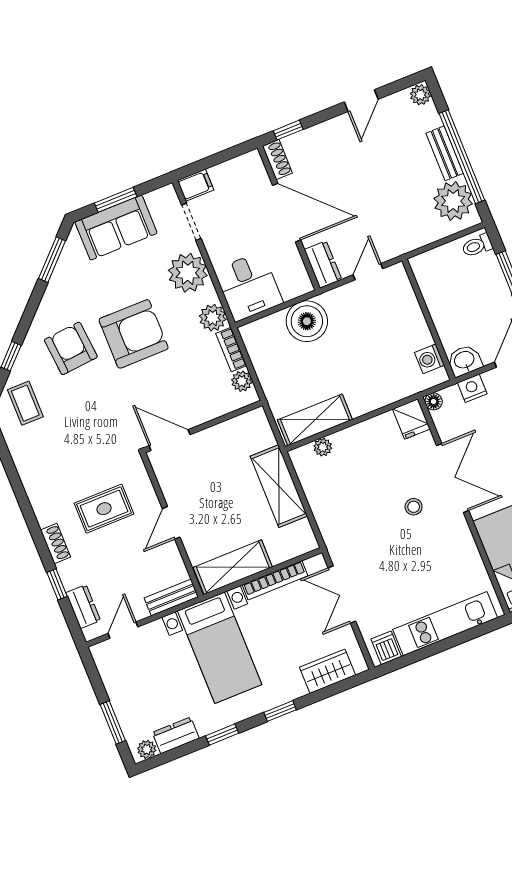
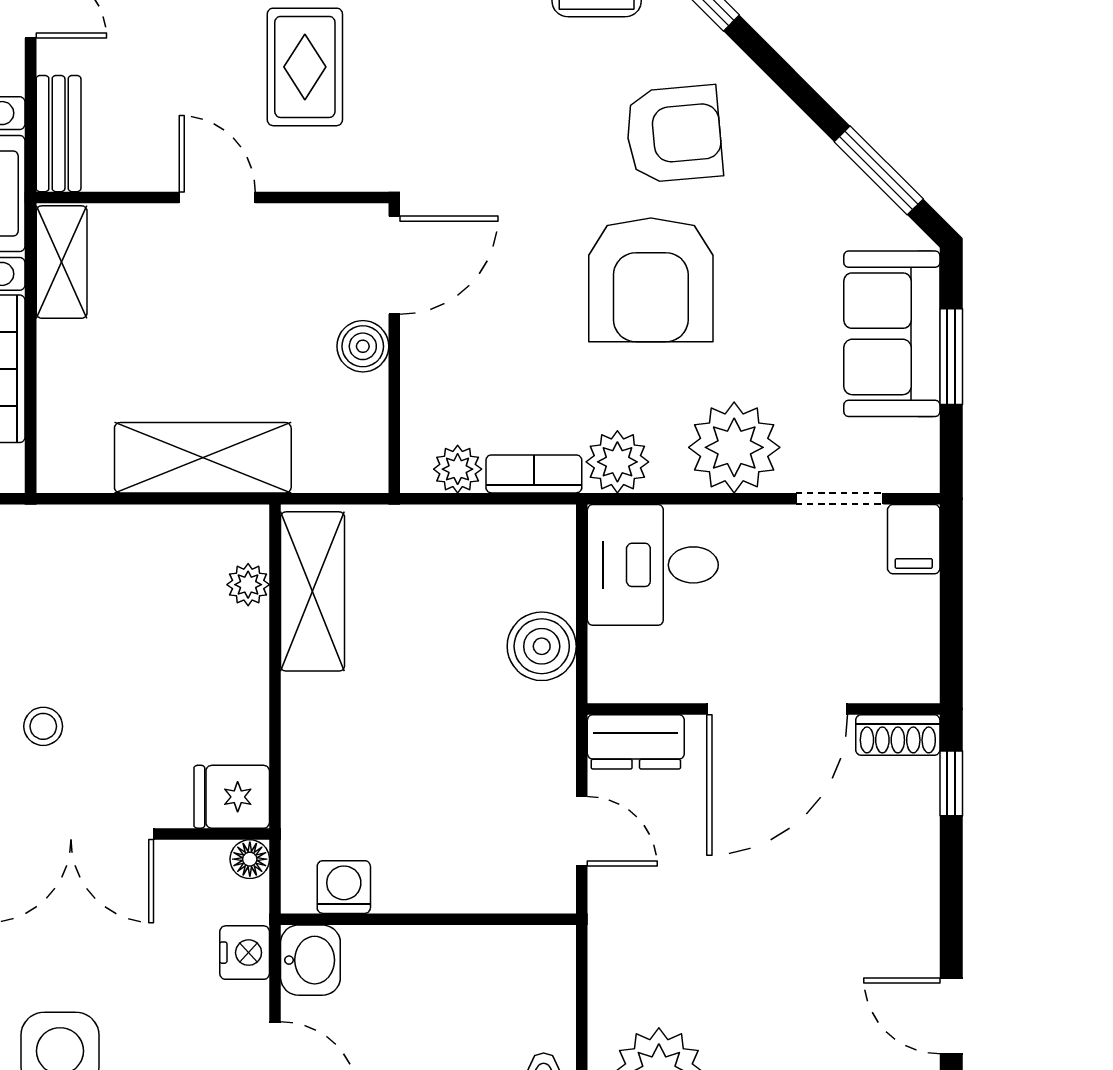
door: (361, 101) -> (951, 1016), moved
boiler: (307, 321) -> (542, 646), width x0.73, depth x0.73
boiler: (208, 440) -> (363, 346), added
shelving: (233, 567) -> (62, 262), width x0.67, depth x0.75

